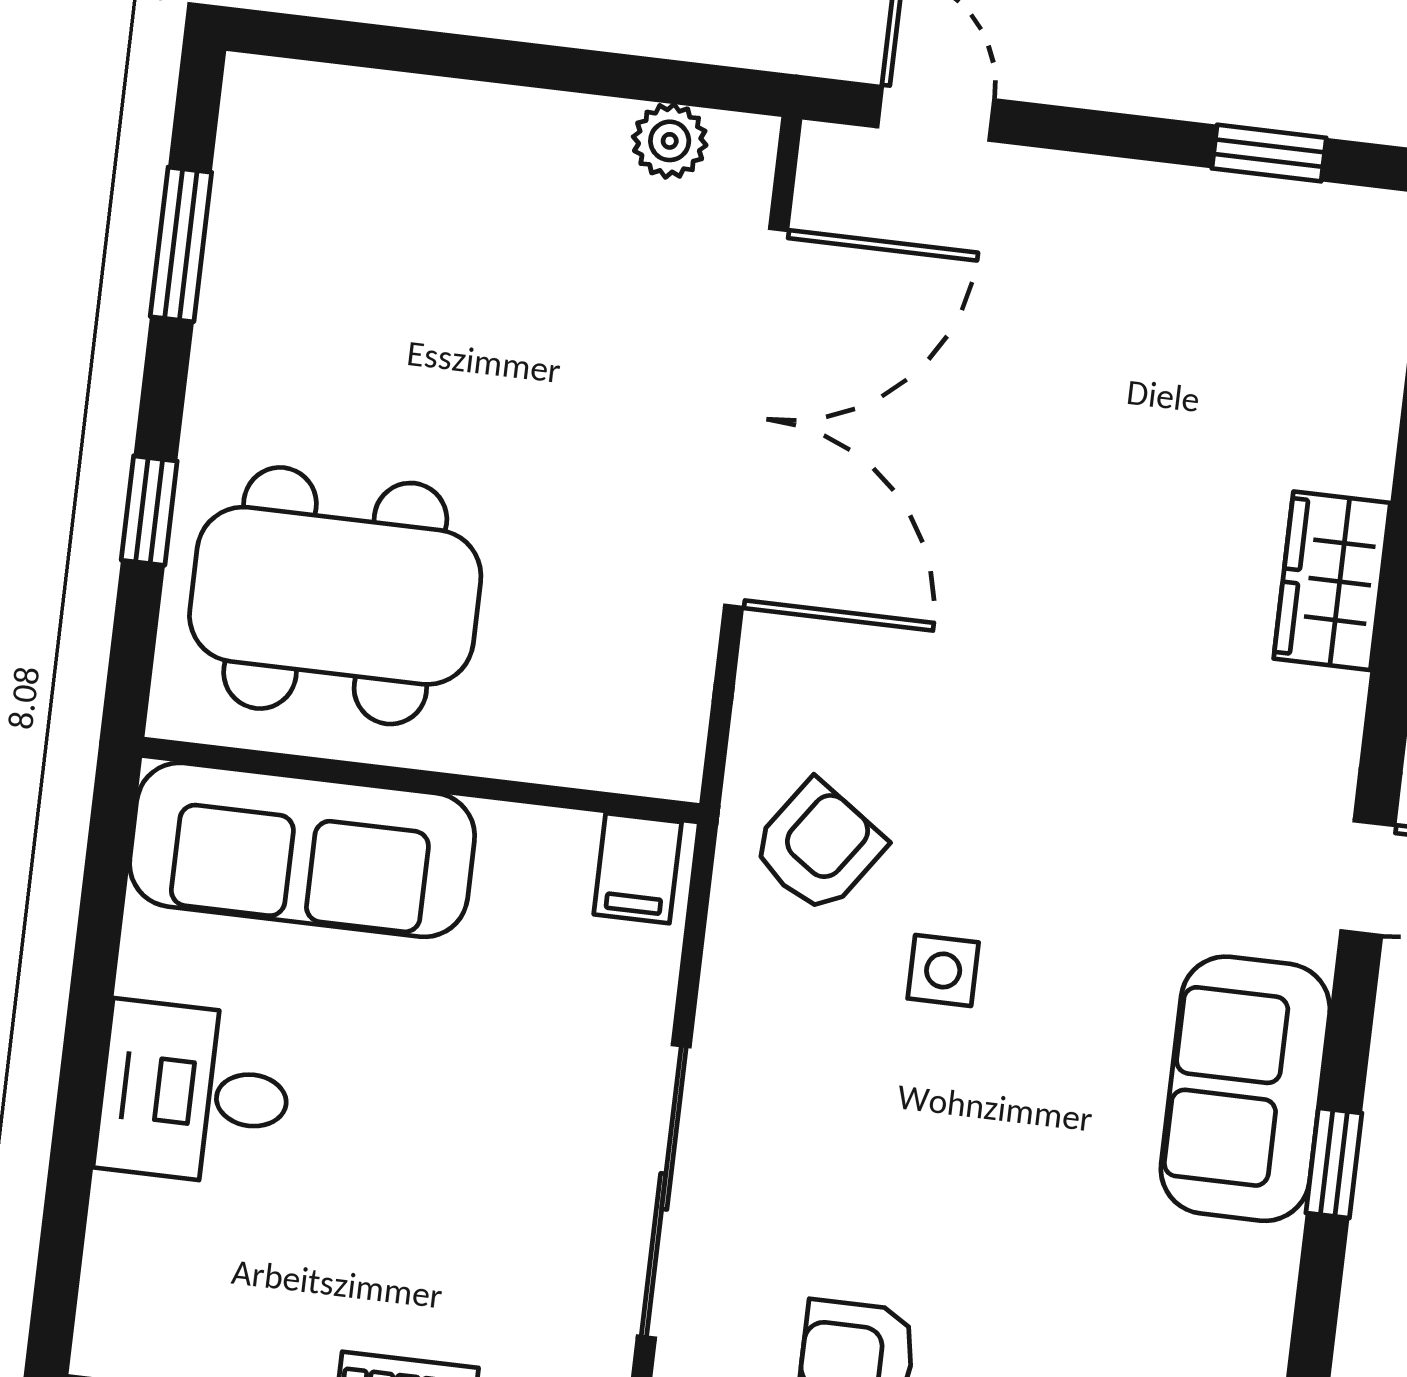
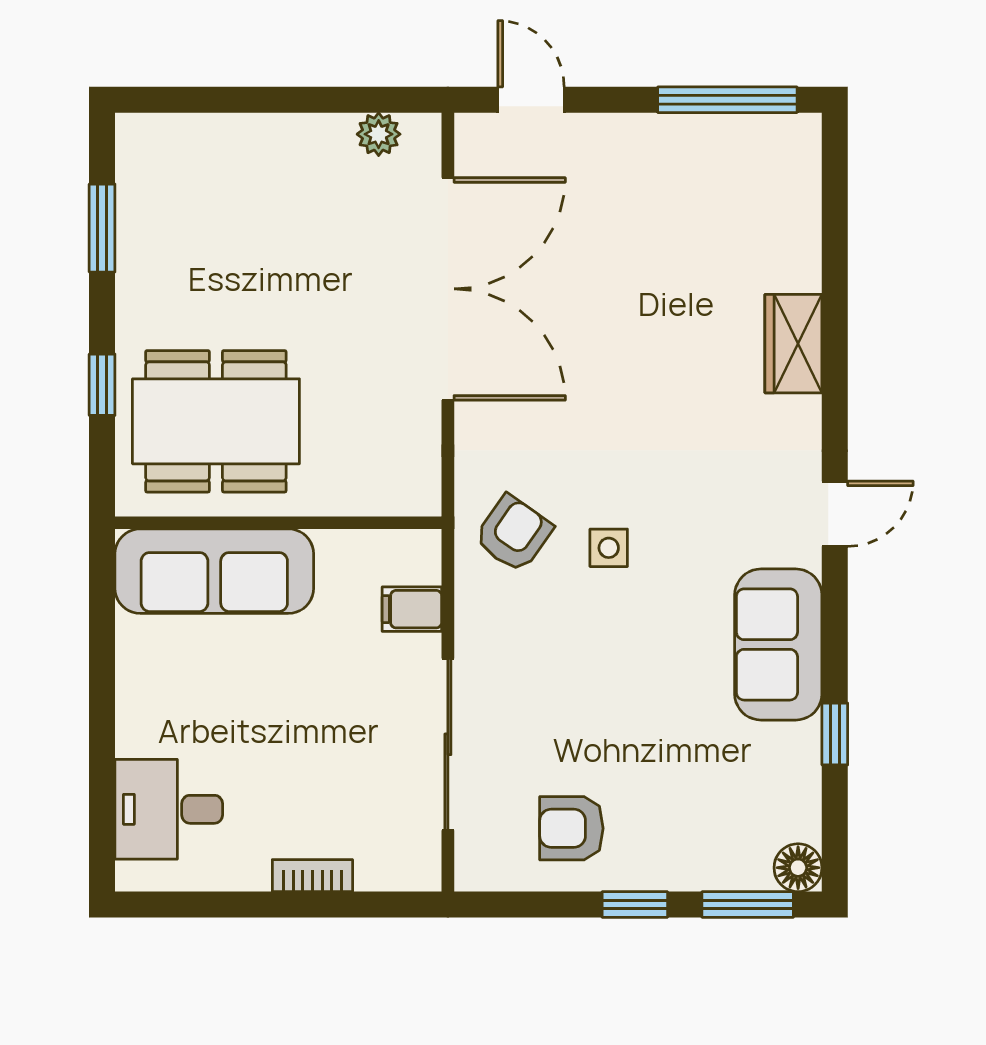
window: (1269, 153) -> (727, 100), width x2.17
filing cabinet: (638, 868) -> (412, 609), moved, turned 90
side table: (943, 970) -> (609, 548), moved
desk: (195, 1094) -> (169, 809), moved
window: (1334, 1163) -> (835, 734), moved

